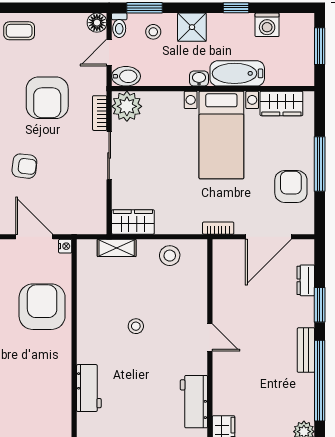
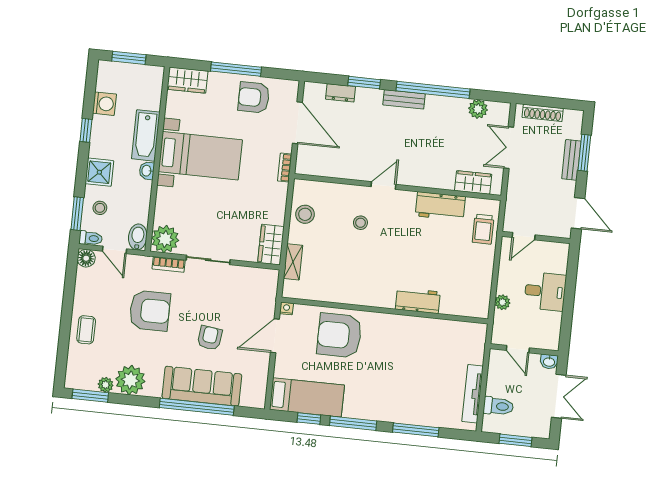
wardrobe: (281, 103) -> (187, 80), moved, turned 90
stool: (136, 326) -> (360, 223), moved

